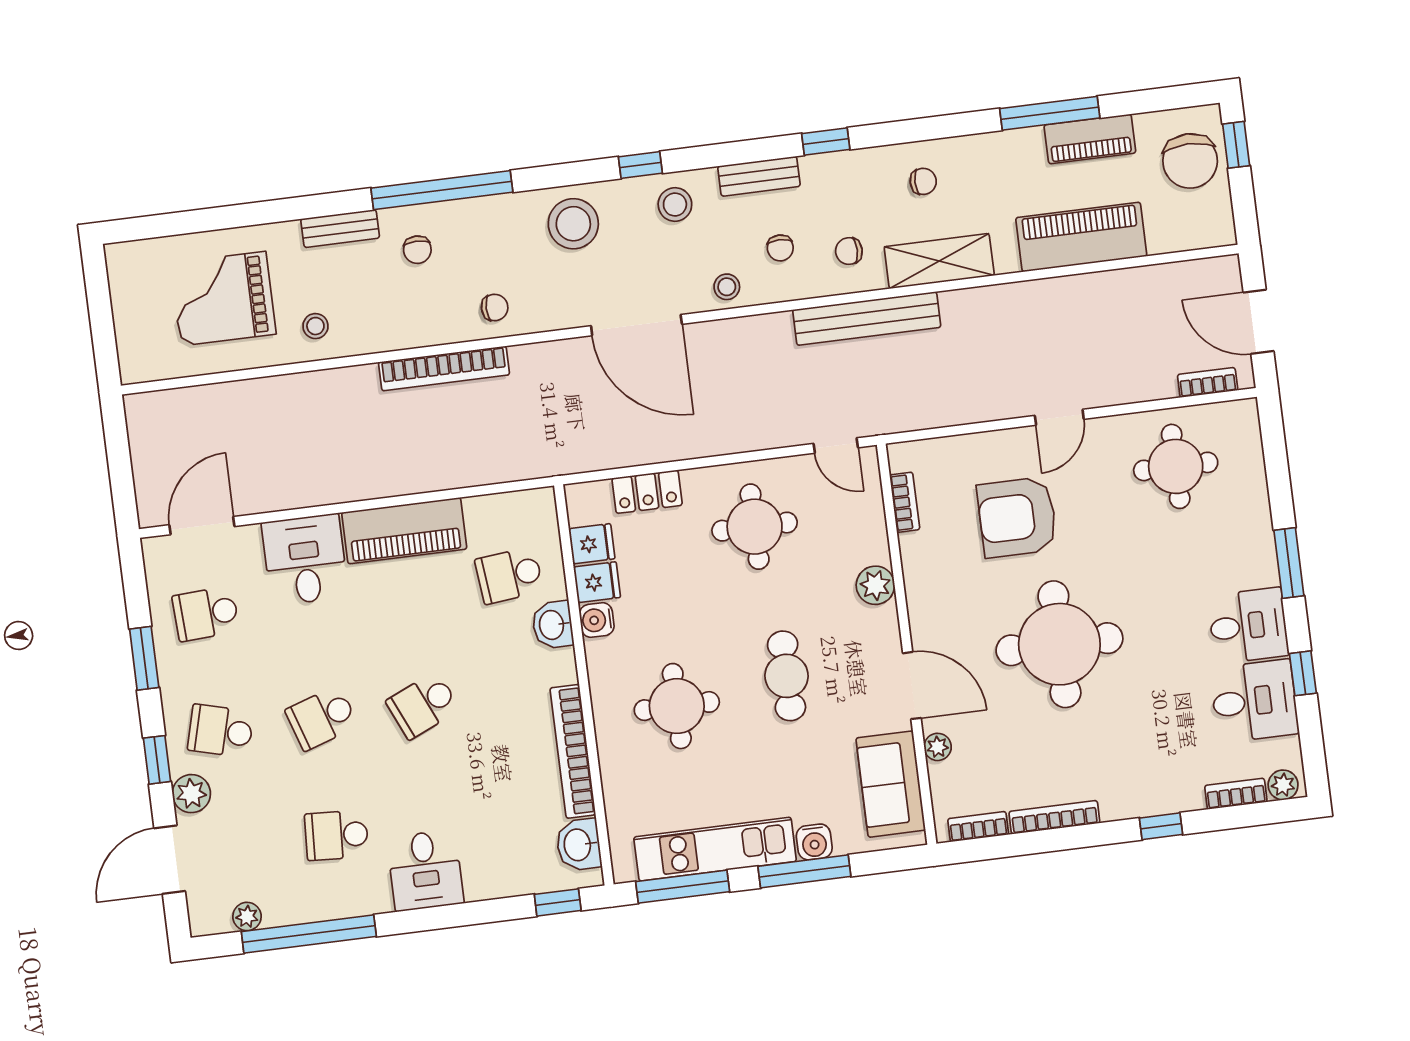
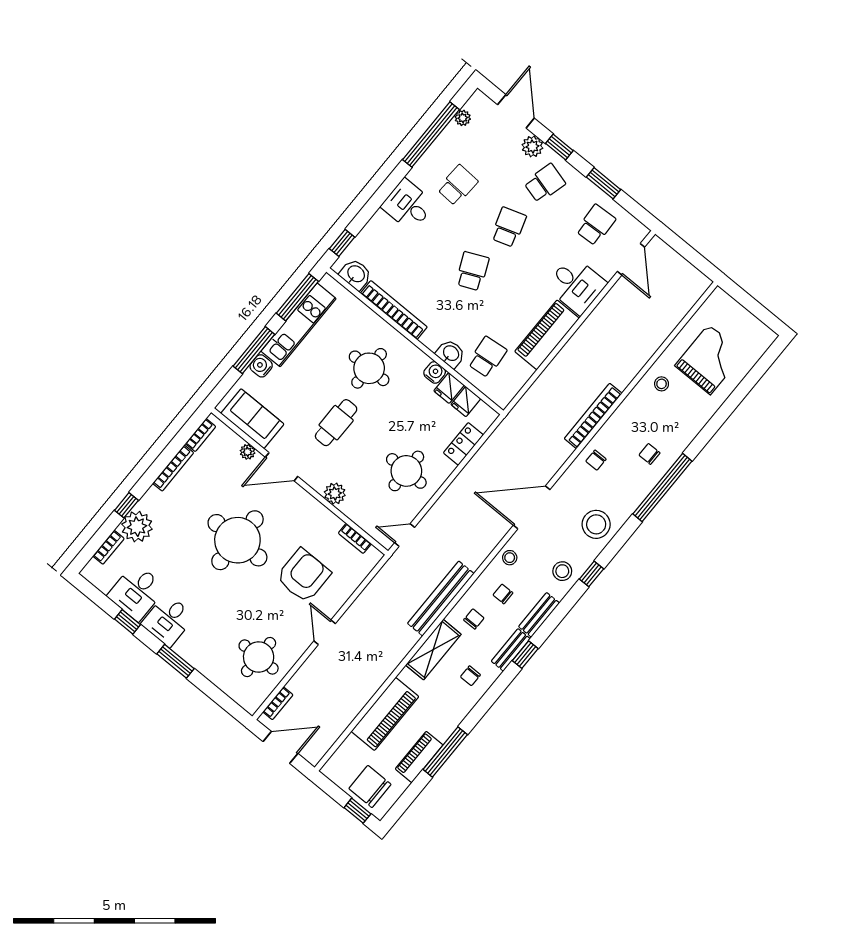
bench: (340, 228) -> (511, 650), moved
cafe table: (787, 676) -> (336, 423), turned 90
plant: (1283, 785) -> (137, 527), moved, width x1.88, depth x1.88

